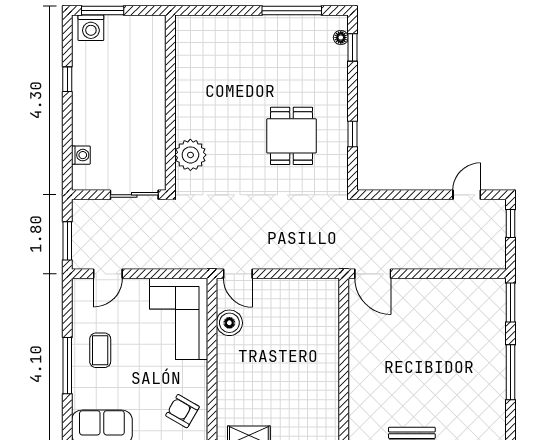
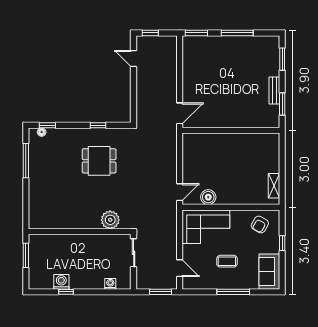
window: (103, 11) -> (26, 255), moved
washing machine: (91, 28) -> (61, 282), moved, turned -90
coffee table: (100, 350) -> (227, 261), moved

